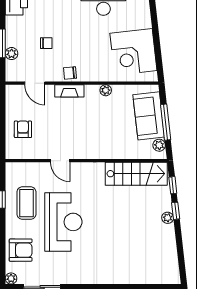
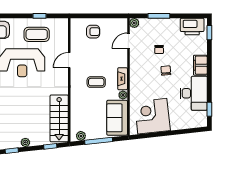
plant: (12, 54) -> (134, 23), moved
chair: (70, 73) -> (166, 71), moved
fireplace: (69, 91) -> (123, 79), moved
sofa: (149, 116) -> (117, 118), moved, turned -84
coffee table: (89, 125) -> (96, 82), added
window: (176, 211) -> (12, 151), moved

